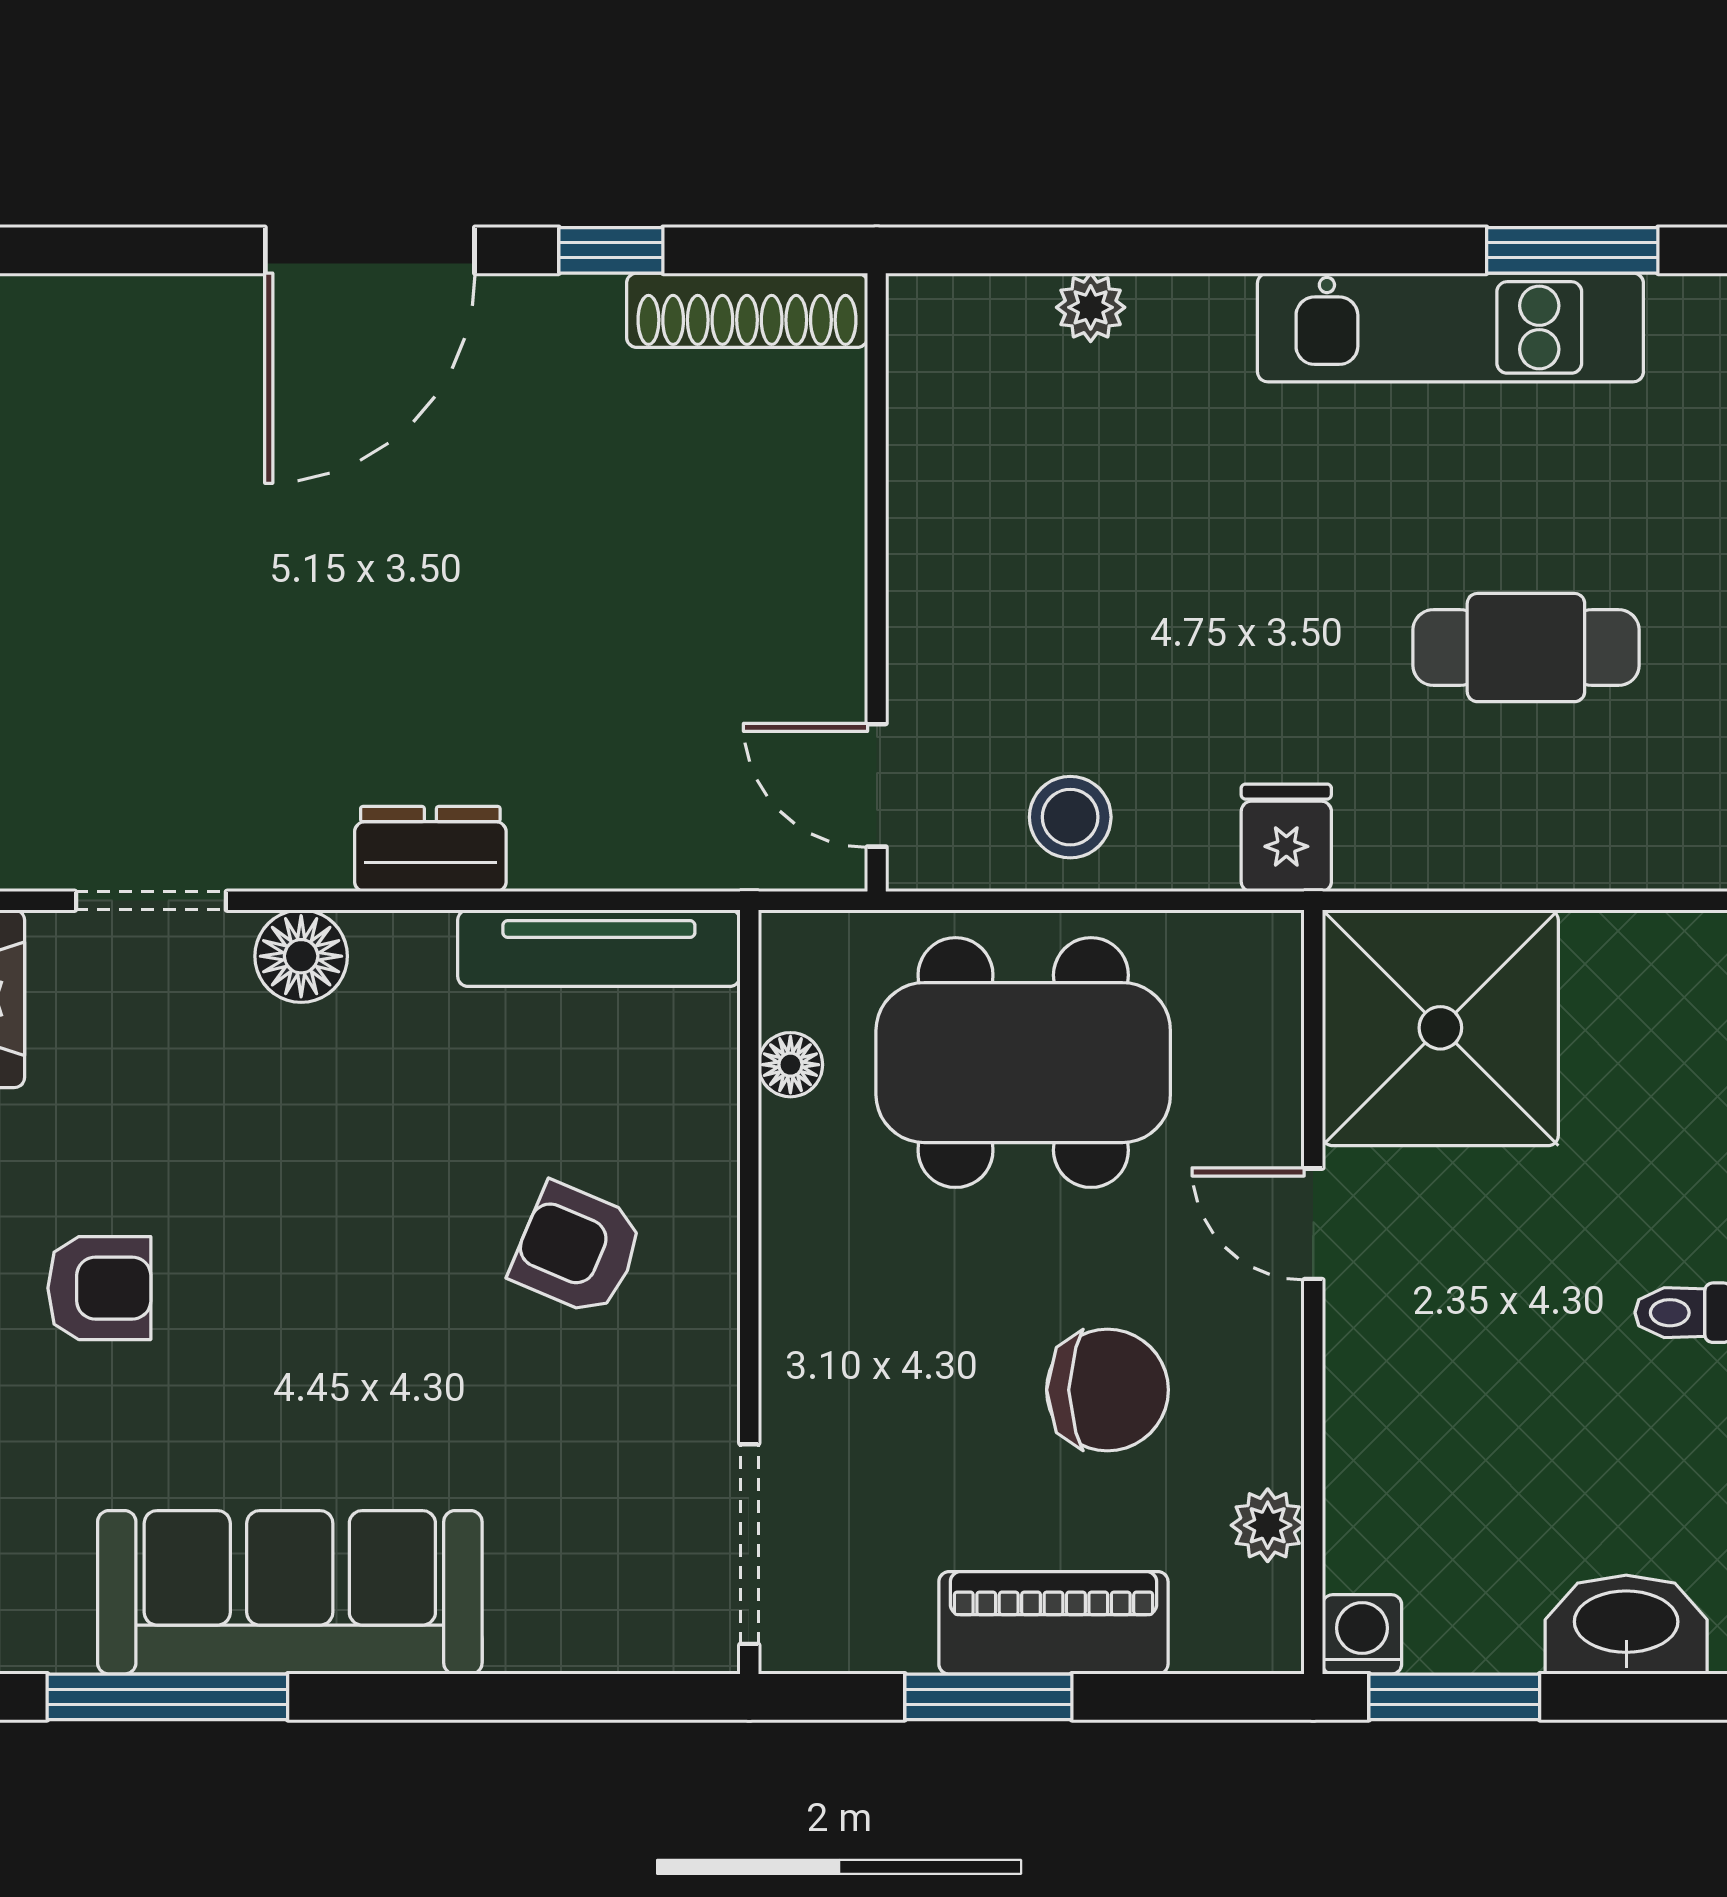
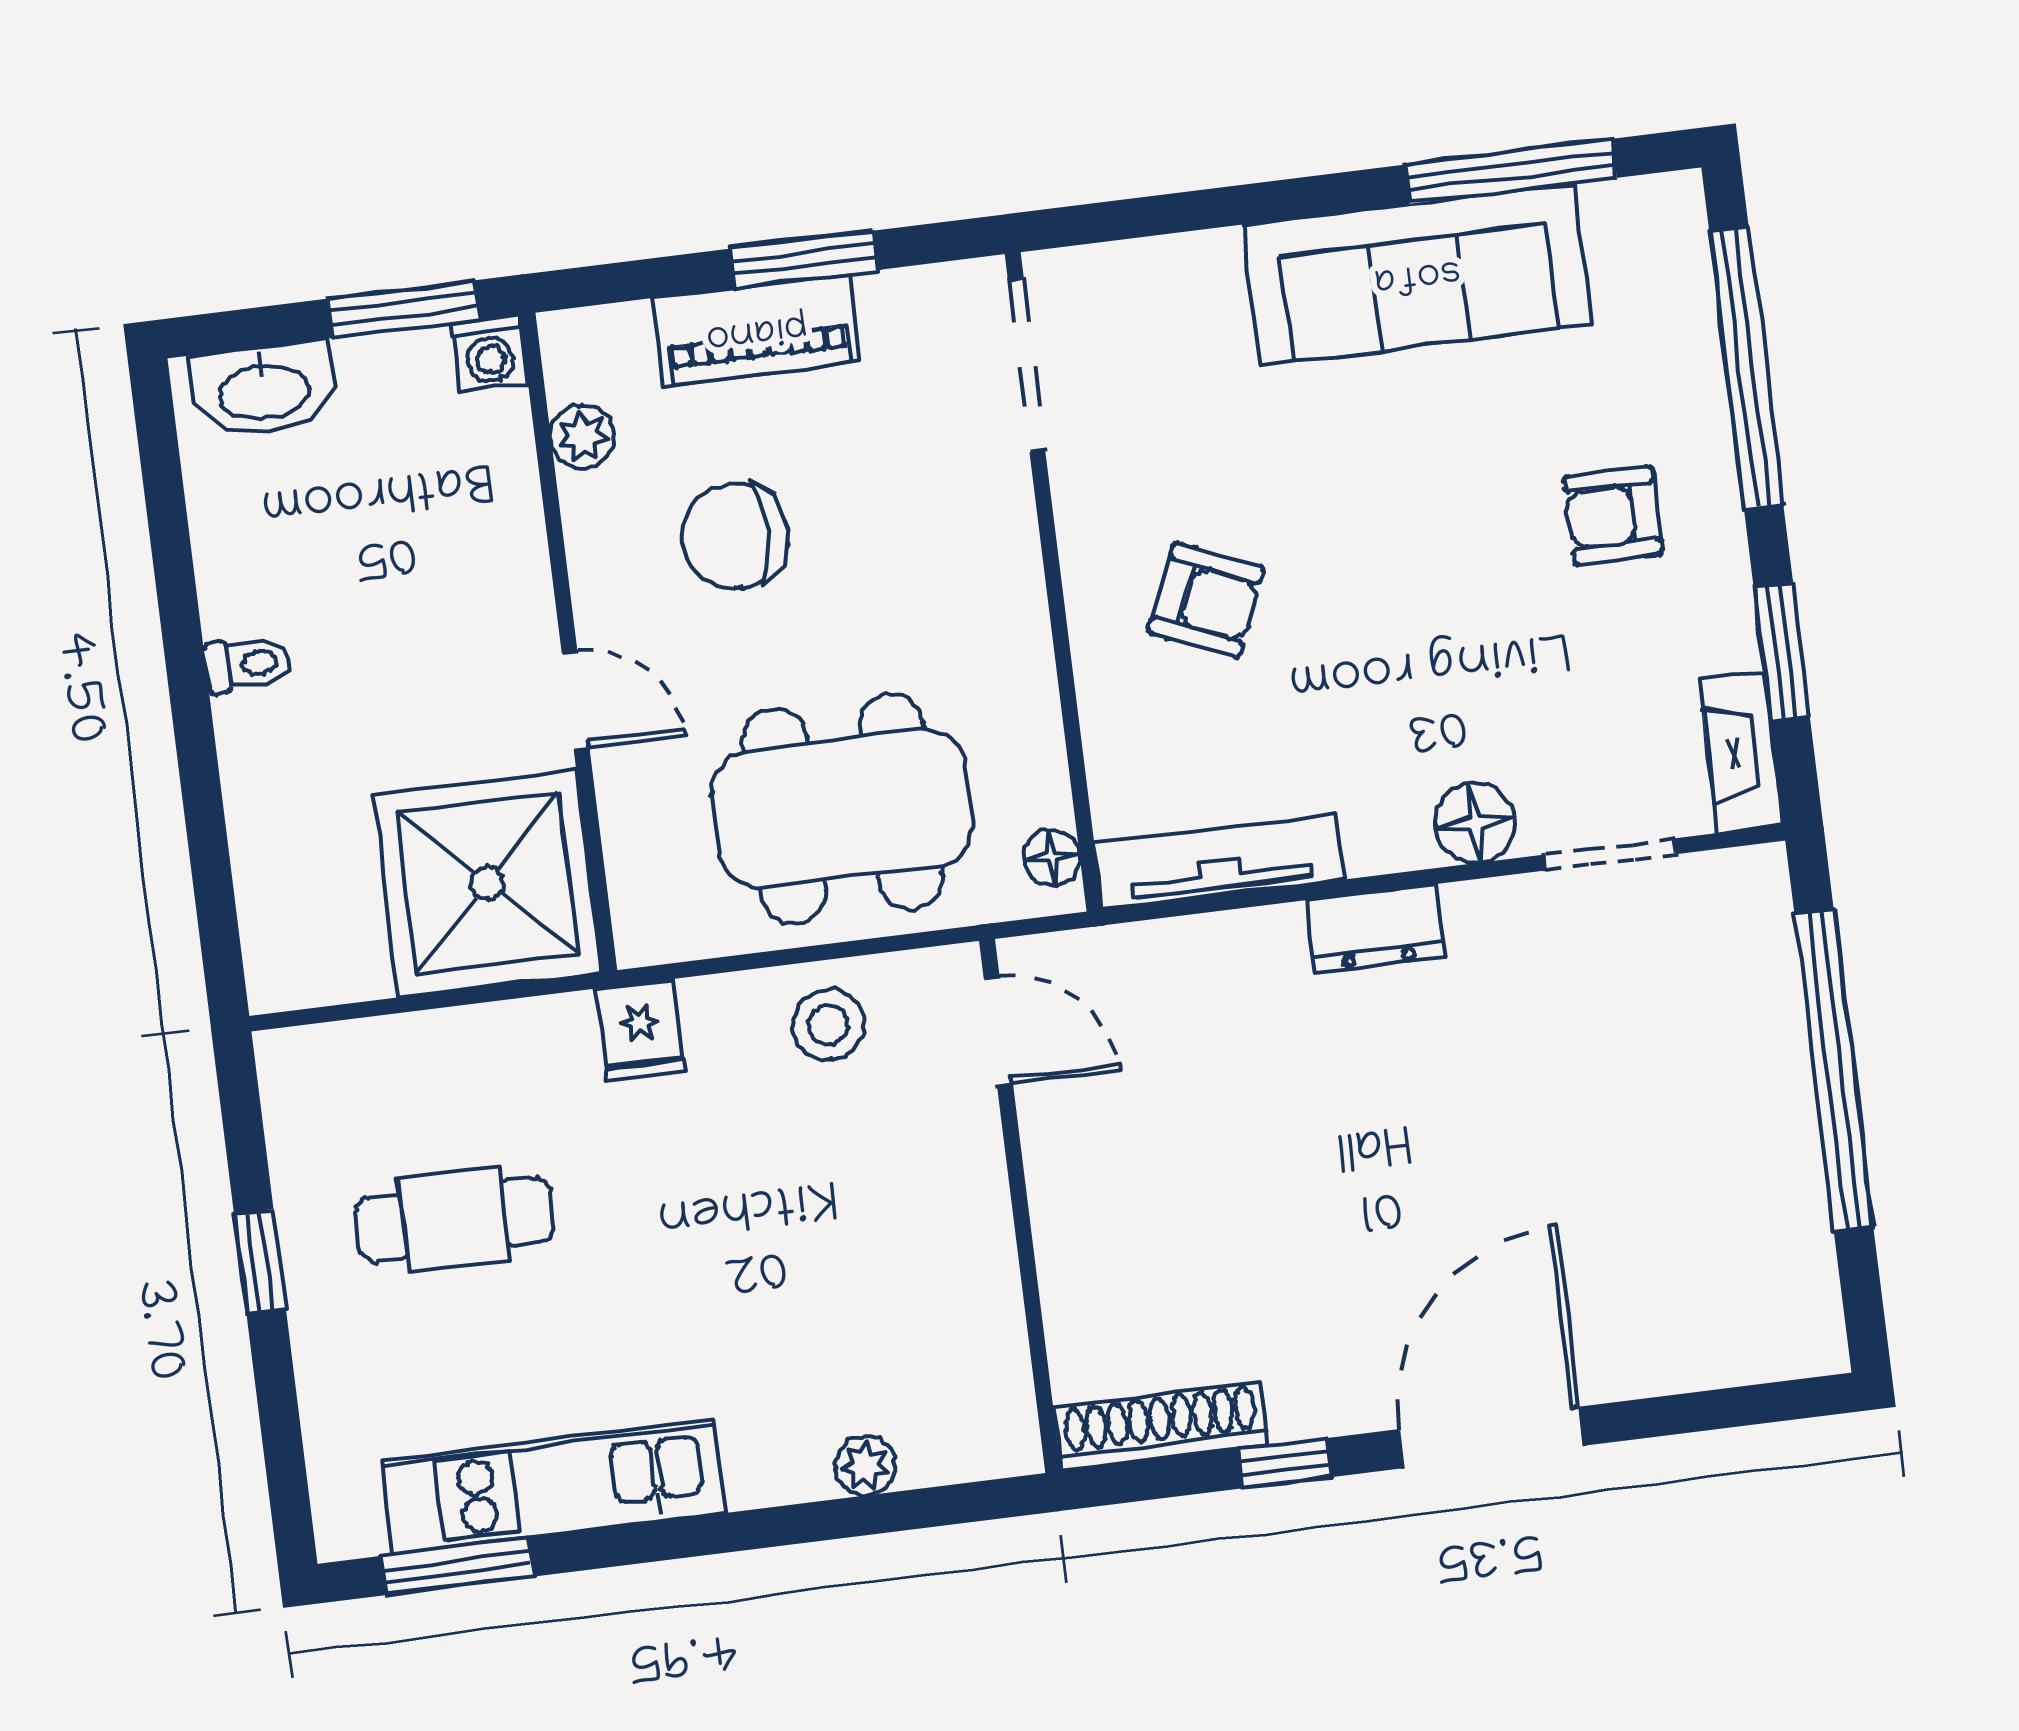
floor lamp: (790, 1065) -> (1052, 858), moved

